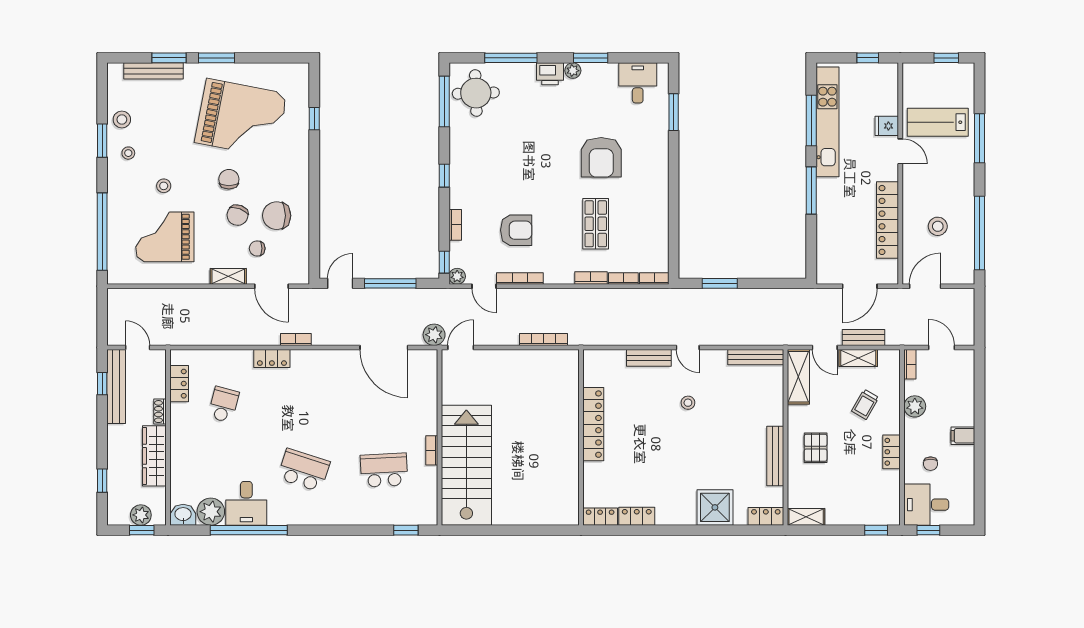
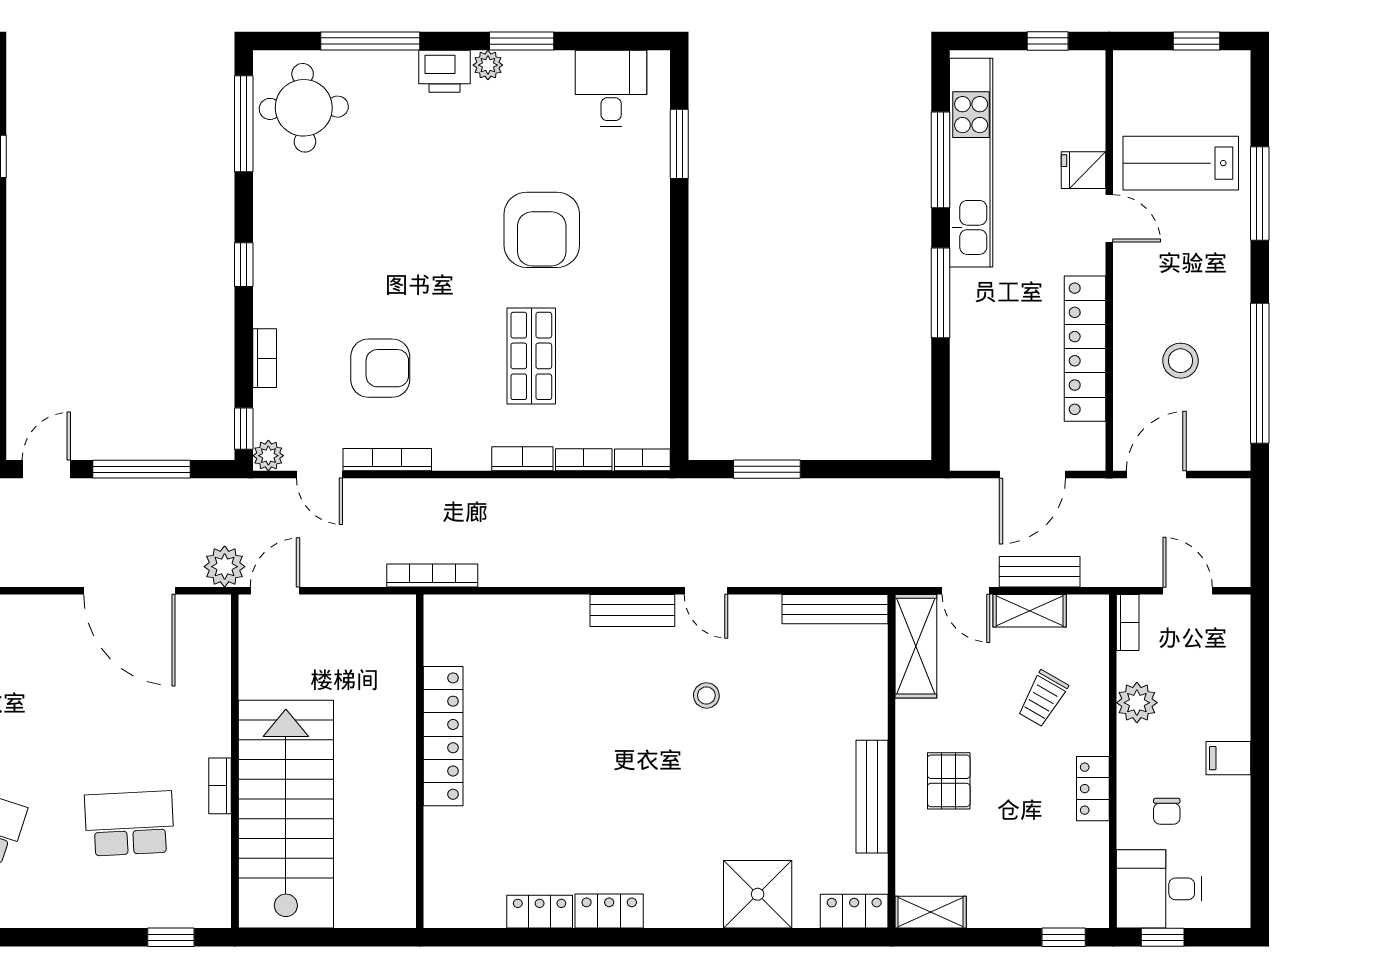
locker: (593, 424) -> (443, 736), moved
wall: (581, 437) -> (420, 761), moved

